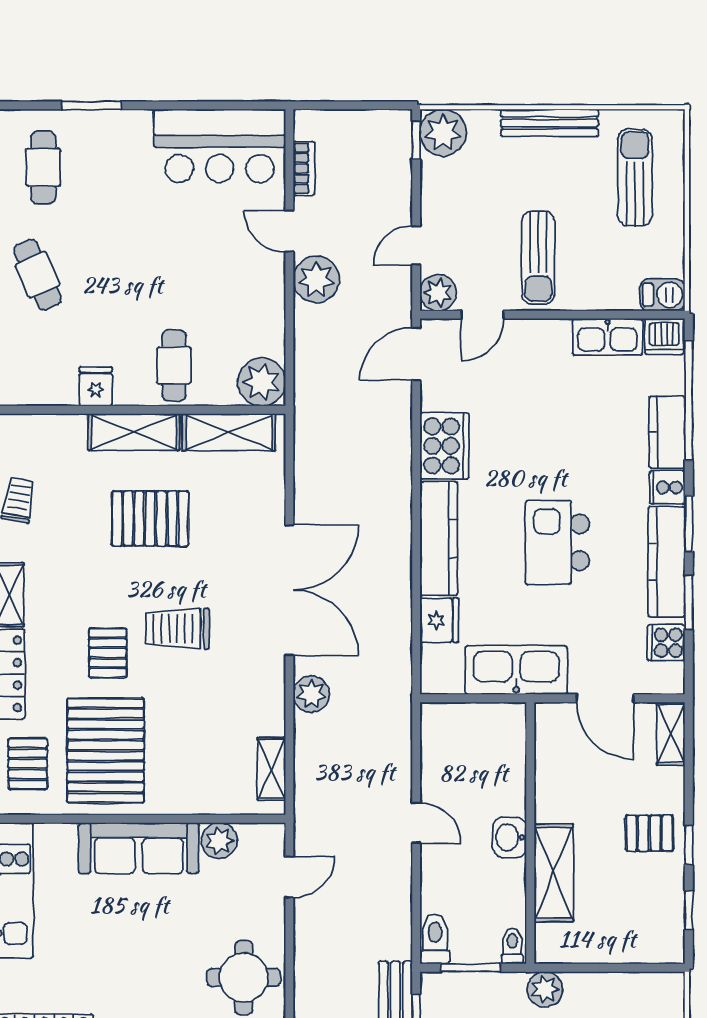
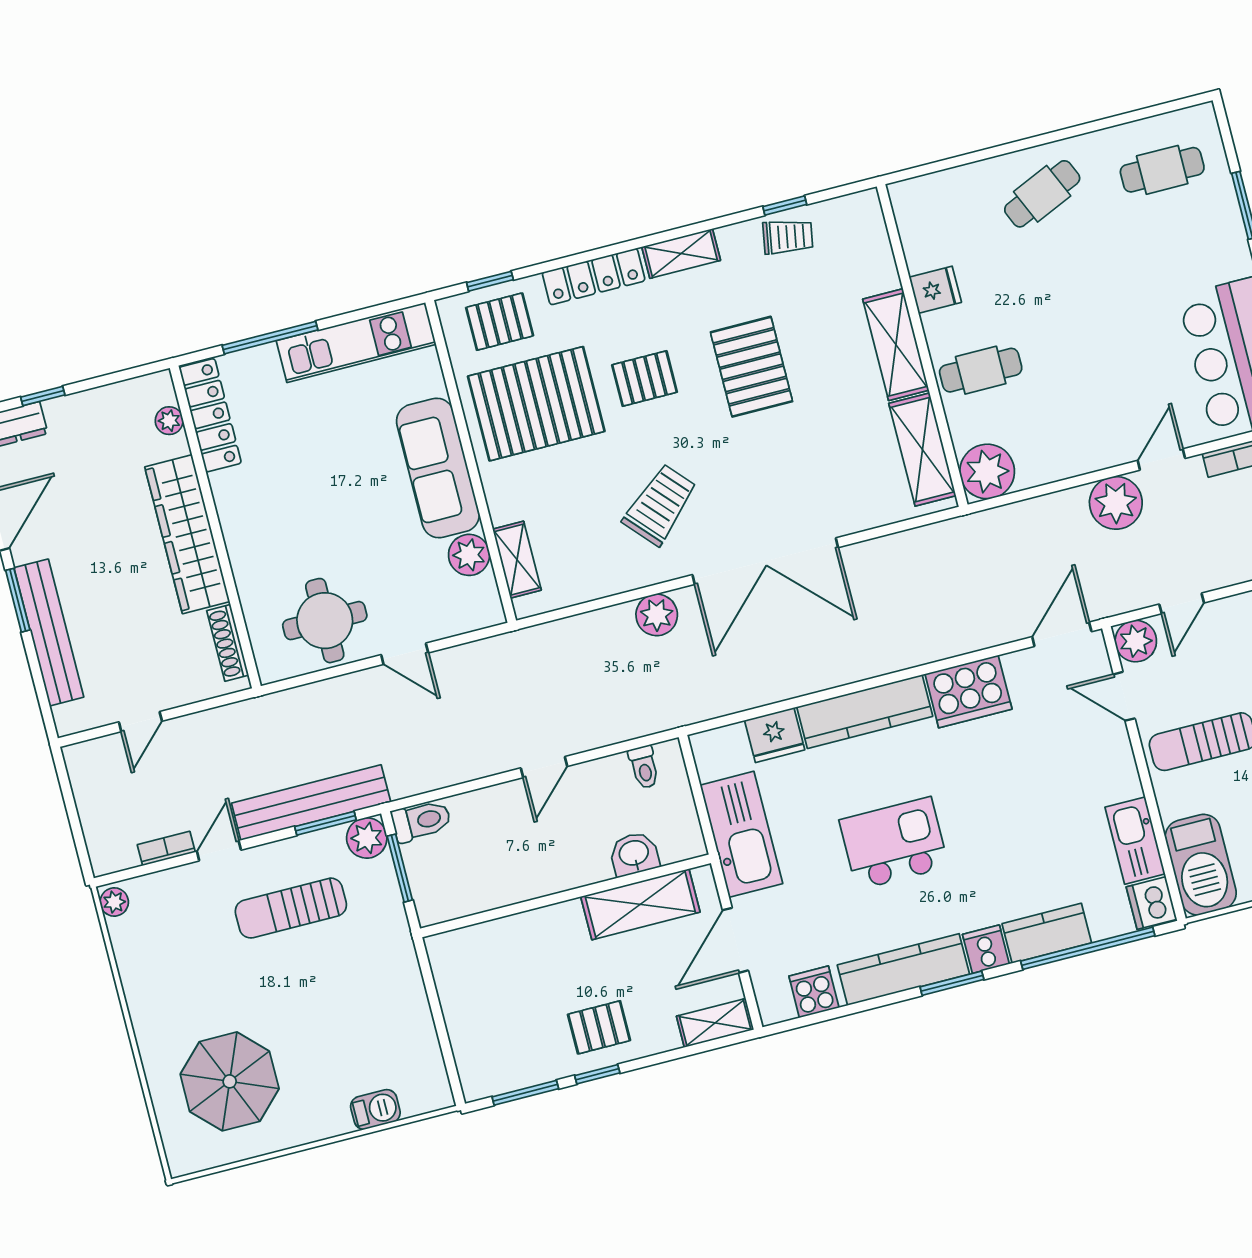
door: (416, 246) -> (1182, 603), swing flipped
barbecue: (662, 295) -> (1201, 865), width x1.88, depth x1.53
door: (416, 354) -> (1062, 634), hinge flipped
pallet: (150, 518) -> (751, 367), moved
window: (689, 603) -> (865, 1006), removed
trolley: (178, 629) -> (660, 505), moved, turned 48
shelving: (271, 769) -> (517, 560), moved, turned 90
pallet: (649, 833) -> (599, 1027), turned 90
washbasin: (510, 837) -> (634, 854), moved
shelving: (554, 873) -> (640, 904), moved
door: (289, 877) -> (405, 654), moved
window: (689, 910) -> (525, 1093), width x1.50
toilet: (512, 946) -> (644, 767), moved, turned 90
plant: (545, 989) -> (367, 838), moved

